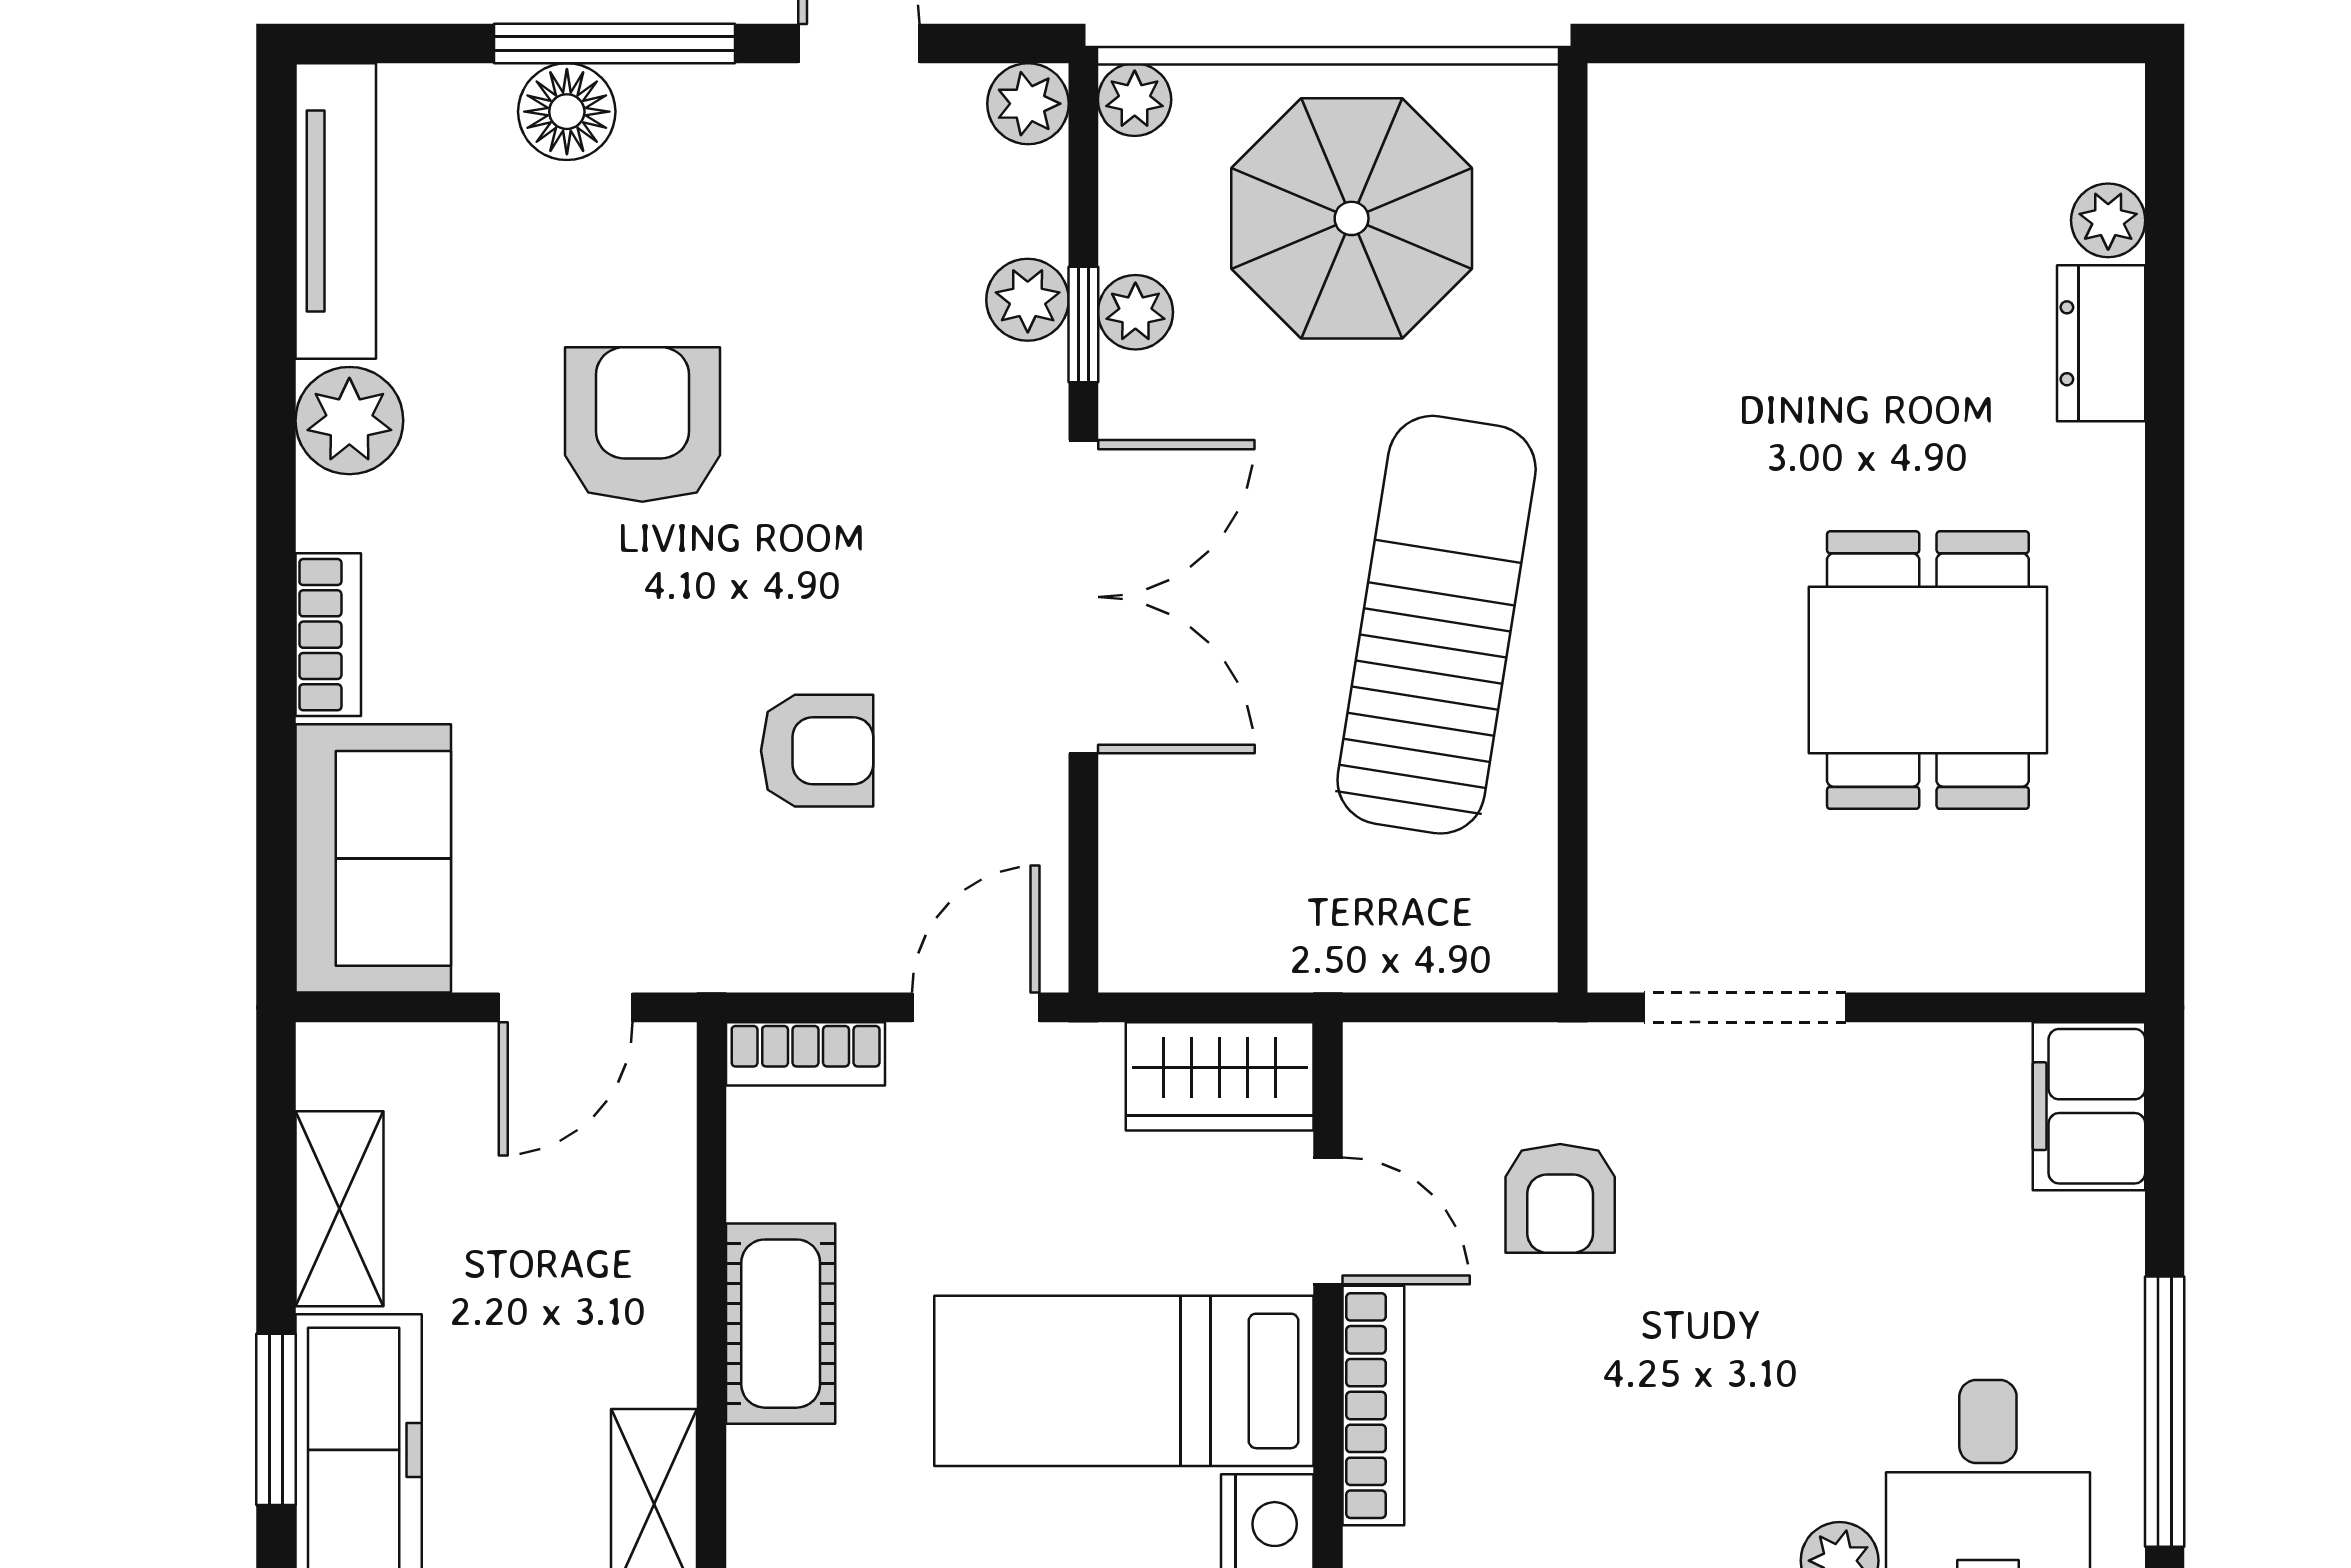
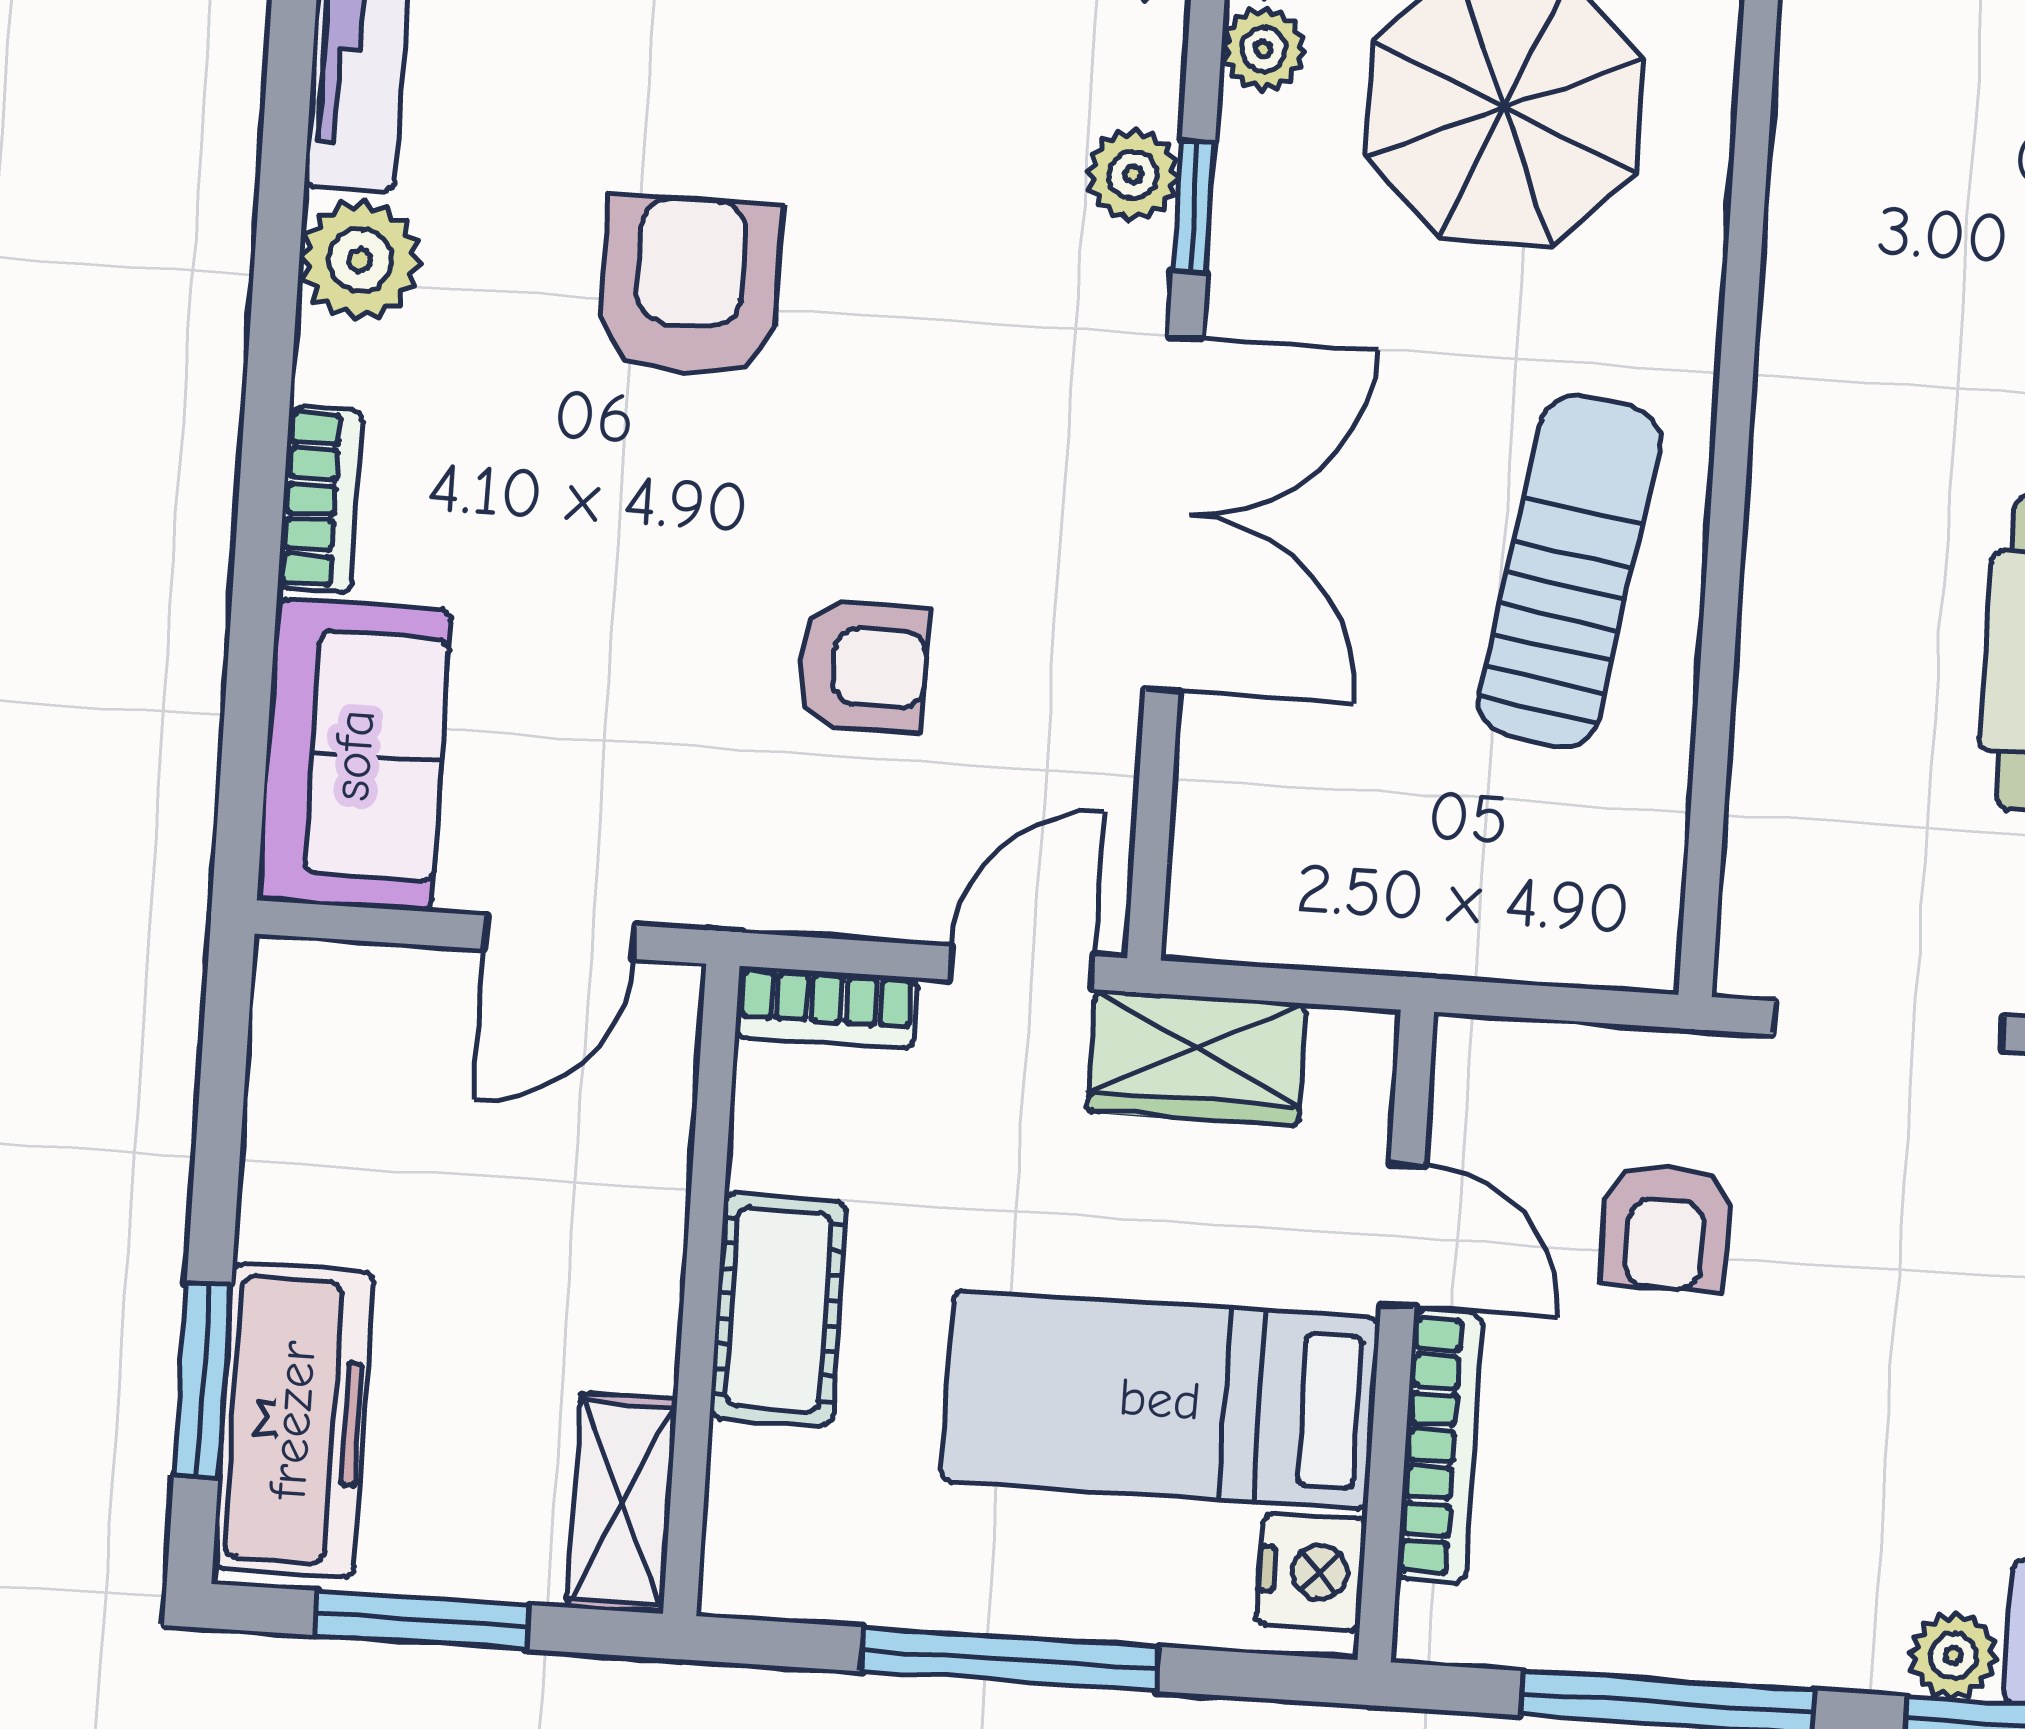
plant: (1135, 312) -> (1263, 49), moved
sun lounger: (1437, 625) -> (1569, 571), width x0.73, depth x0.75
wardrobe: (1220, 1076) -> (1197, 1058), moved
shelving: (340, 1209) -> (290, 1147), removed

